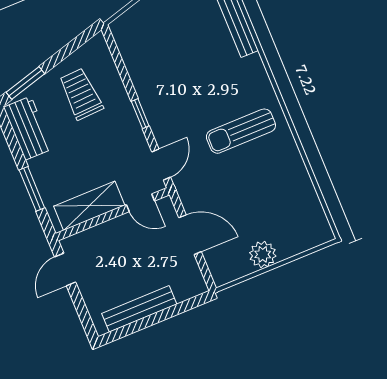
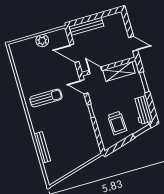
door: (161, 164) -> (84, 87), hinge flipped
door: (65, 270) -> (133, 44), hinge flipped
bench: (139, 309) -> (86, 26), moved

